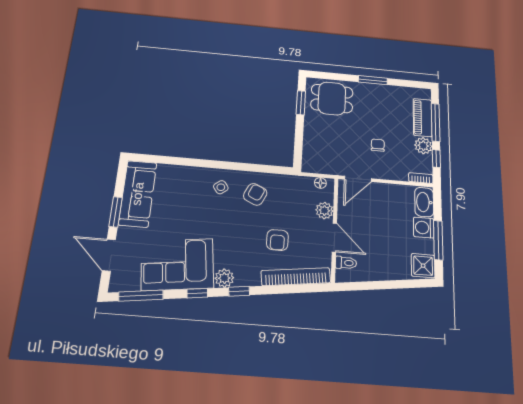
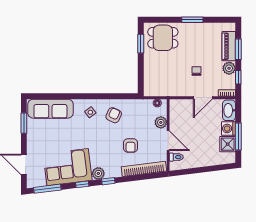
window: (436, 122) -> (238, 49), width x0.69
door: (358, 179) -> (203, 98), moved
sofa: (138, 194) -> (50, 109), moved, turned 90
window: (116, 212) -> (24, 123), moved
shower: (423, 266) -> (228, 144), moved

